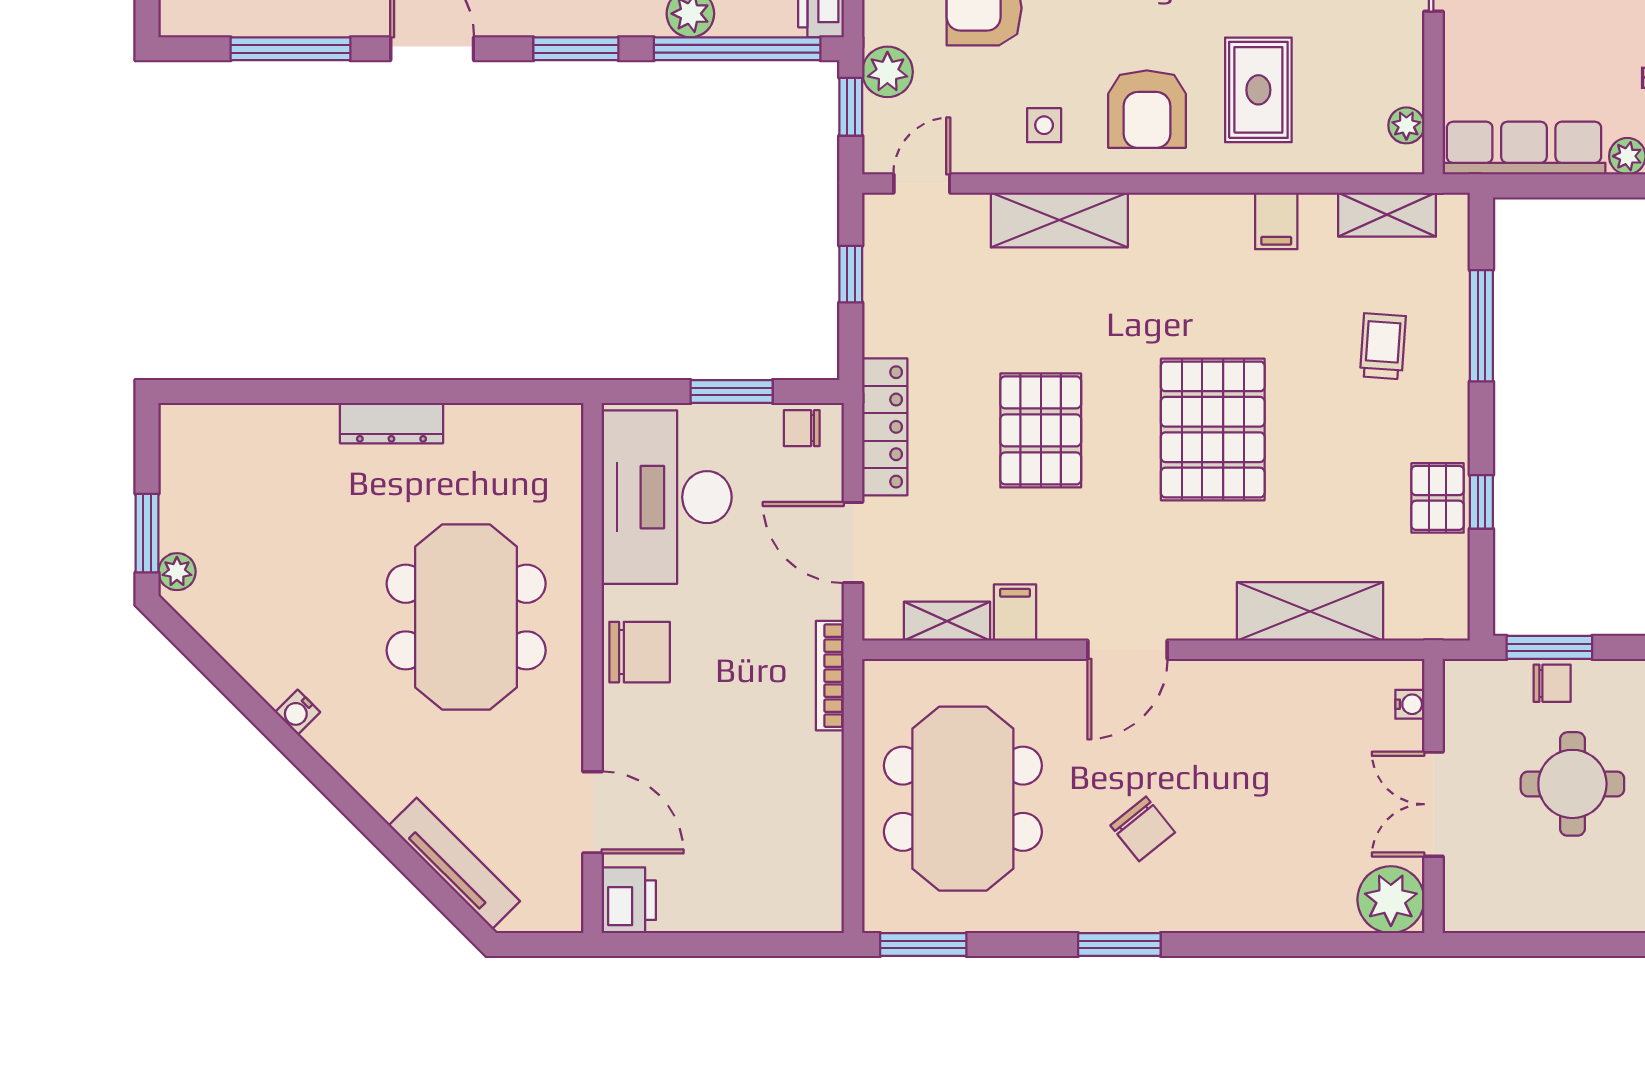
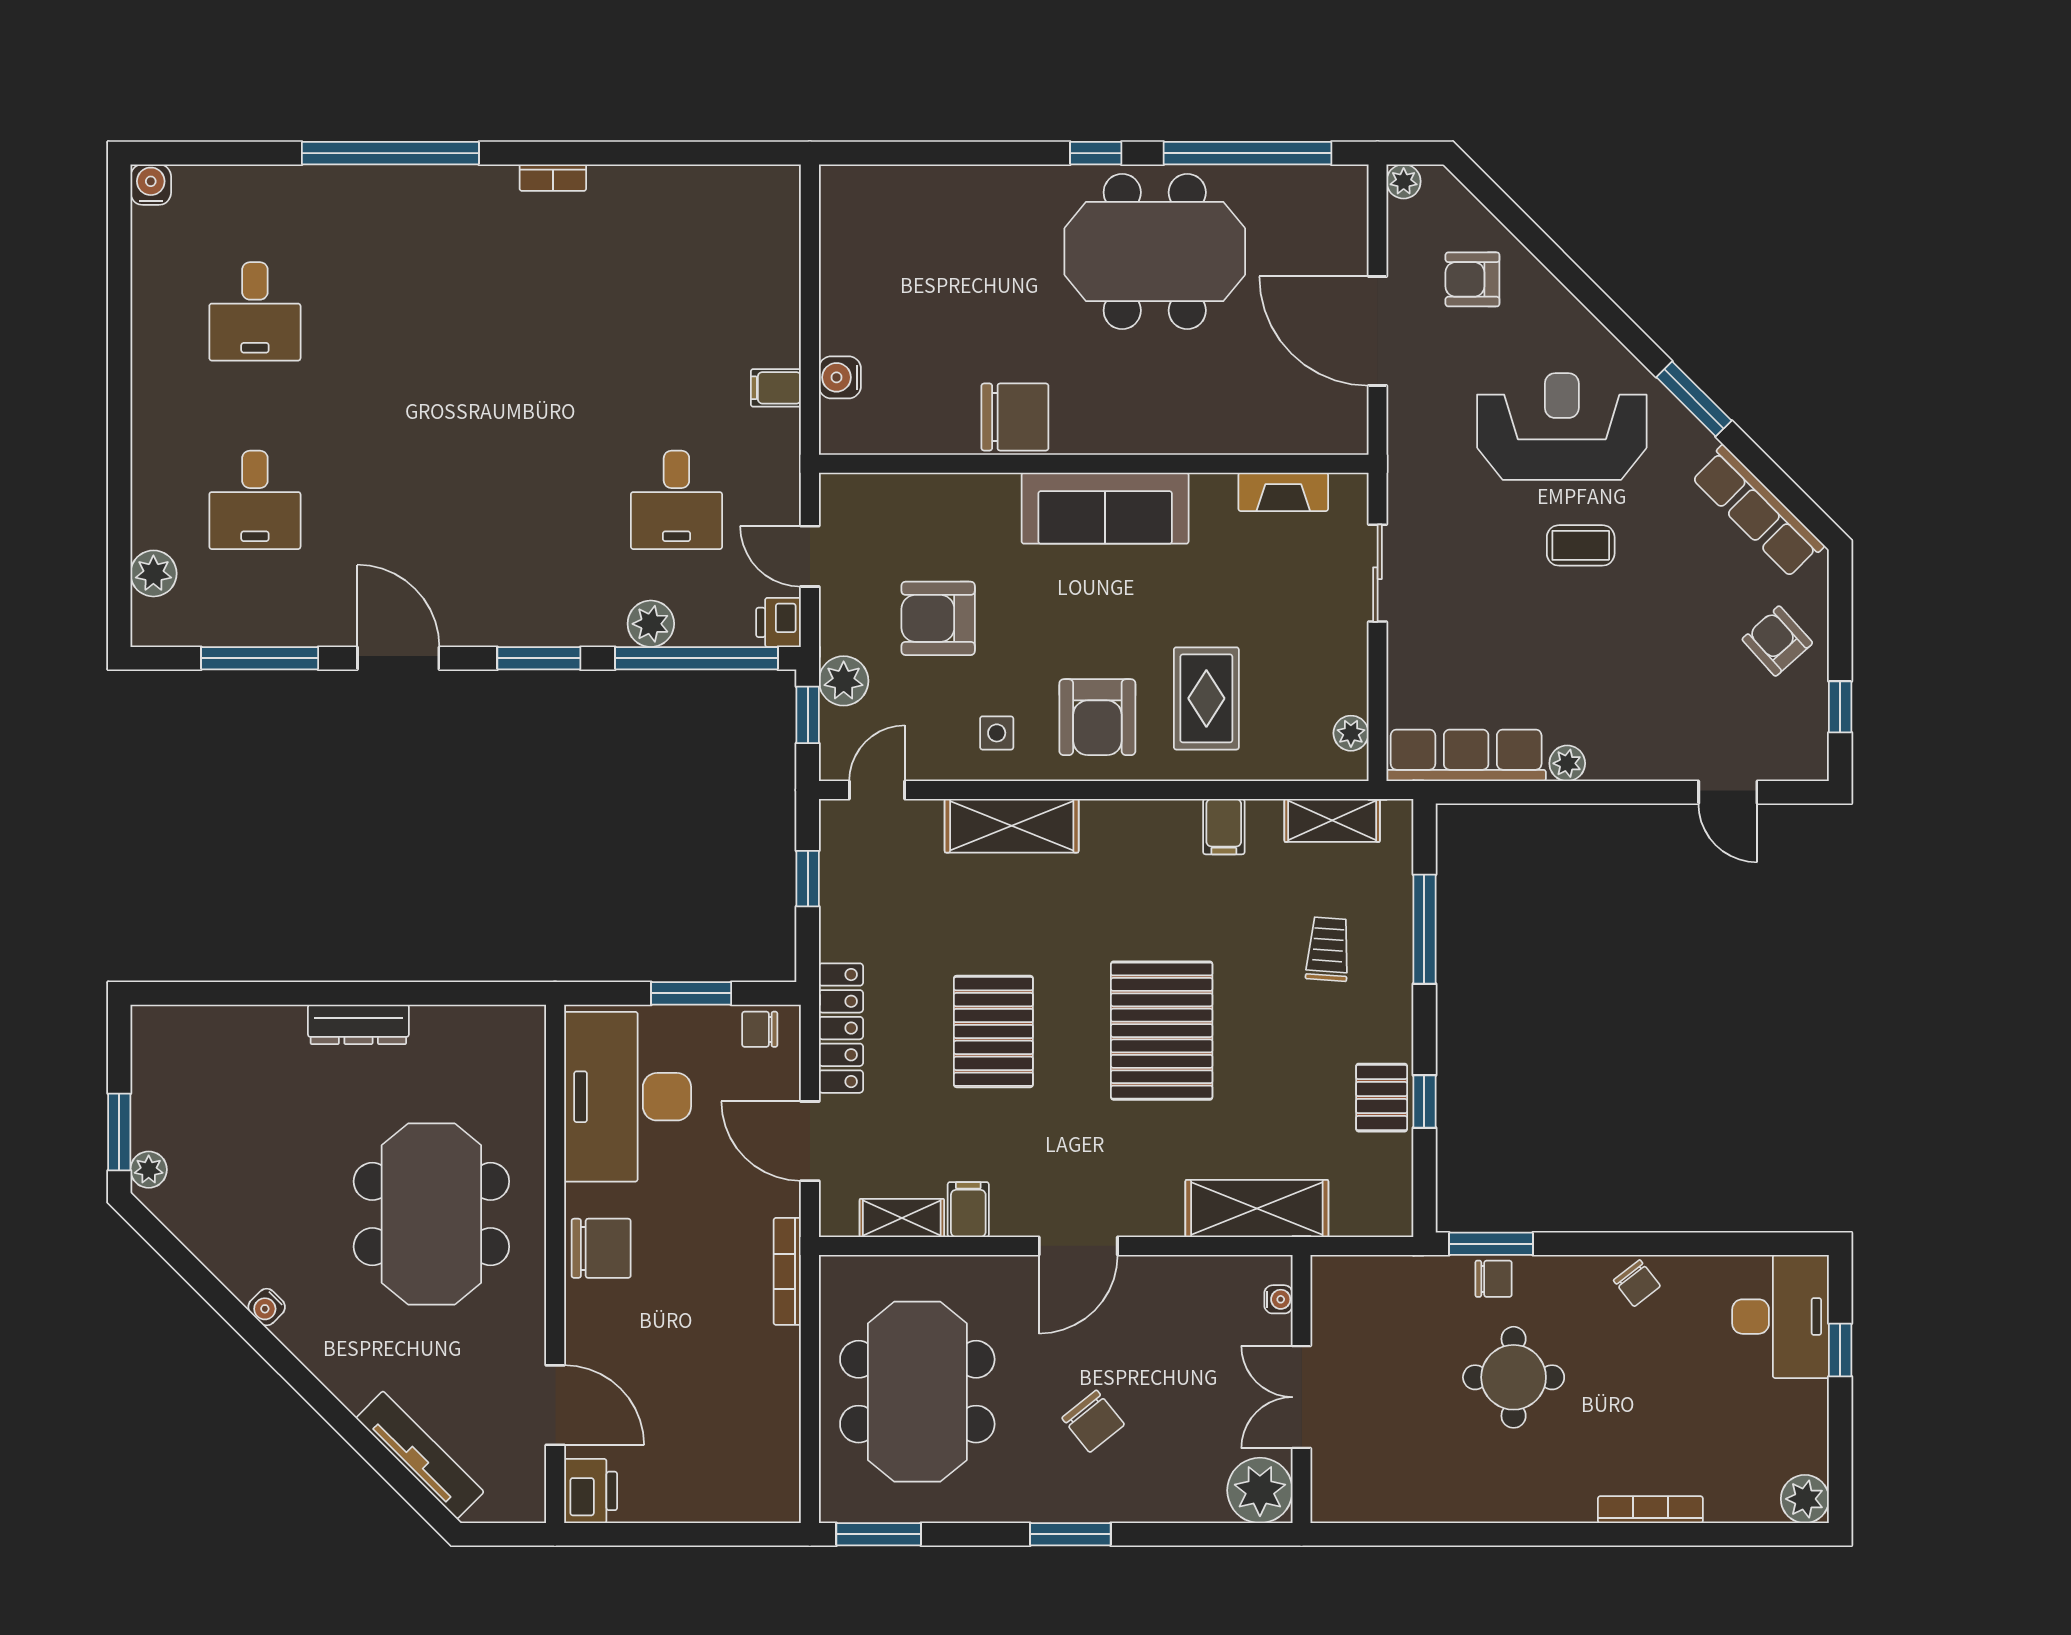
water cooler: (1410, 704) -> (1278, 1299), moved
wall: (1433, 796) -> (1302, 1389), moved
double door: (1433, 804) -> (1302, 1397), moved
plant: (1391, 900) -> (1260, 1490), moved

